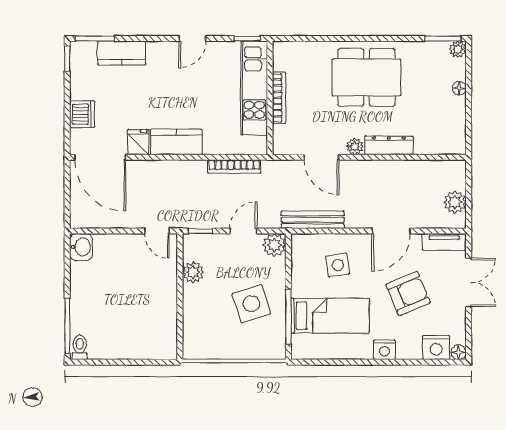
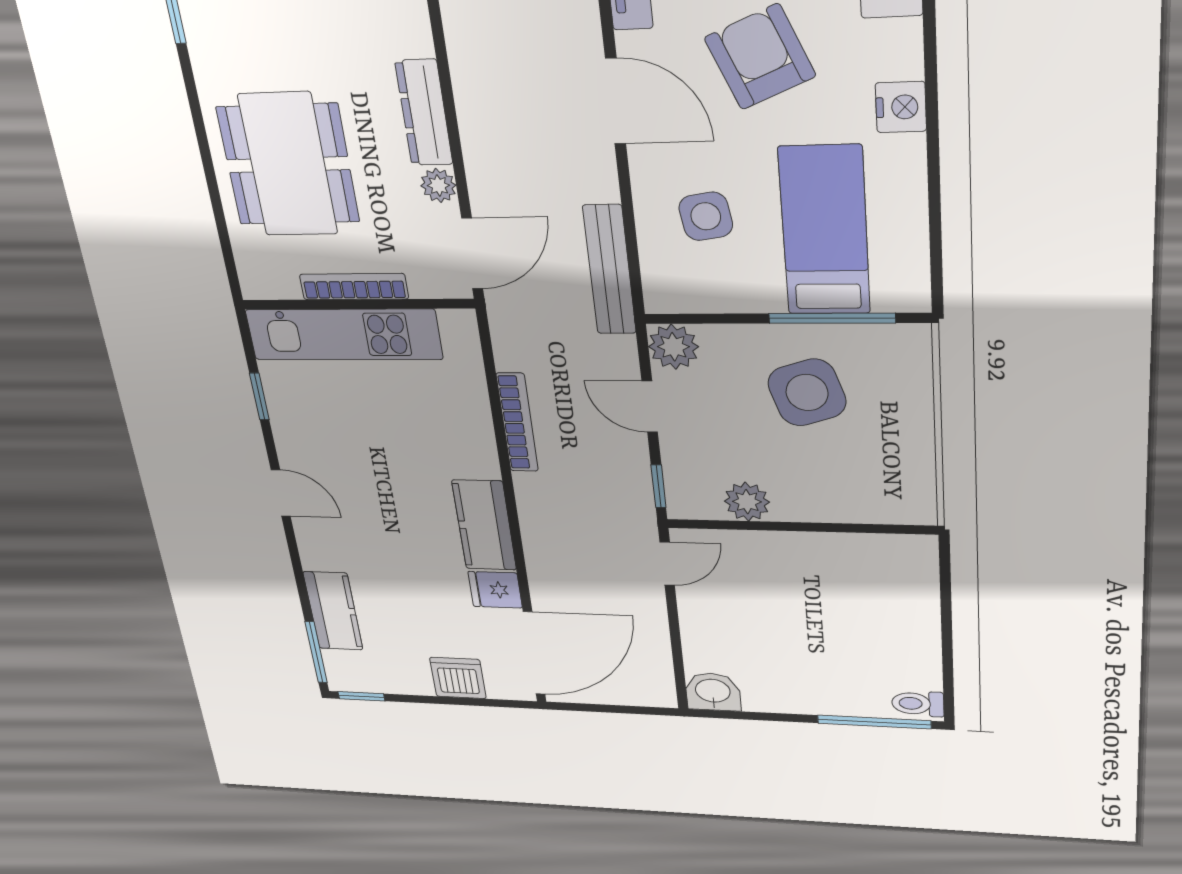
kitchen unit: (254, 88) -> (344, 334), moved
wall: (270, 98) -> (357, 304), moved
bookcase: (279, 98) -> (354, 287), moved

